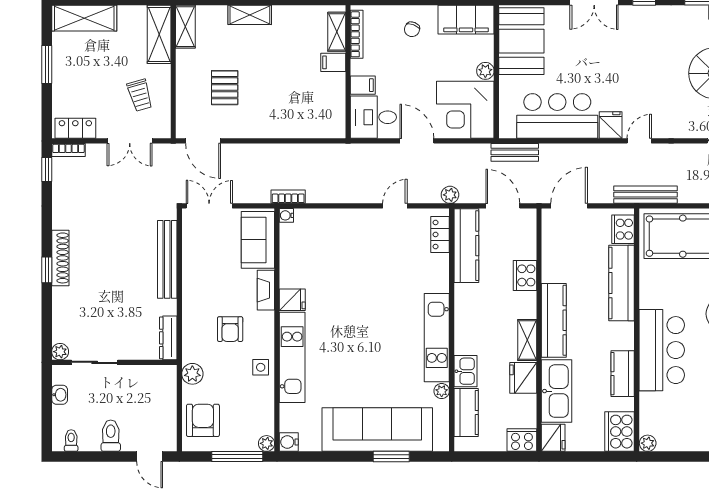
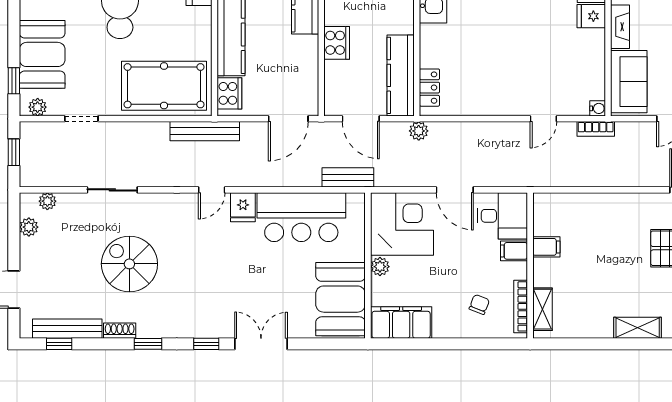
chair: (412, 29) -> (479, 304), moved
filing cabinet: (333, 62) -> (546, 247), moved
door: (395, 206) -> (543, 119), moved

